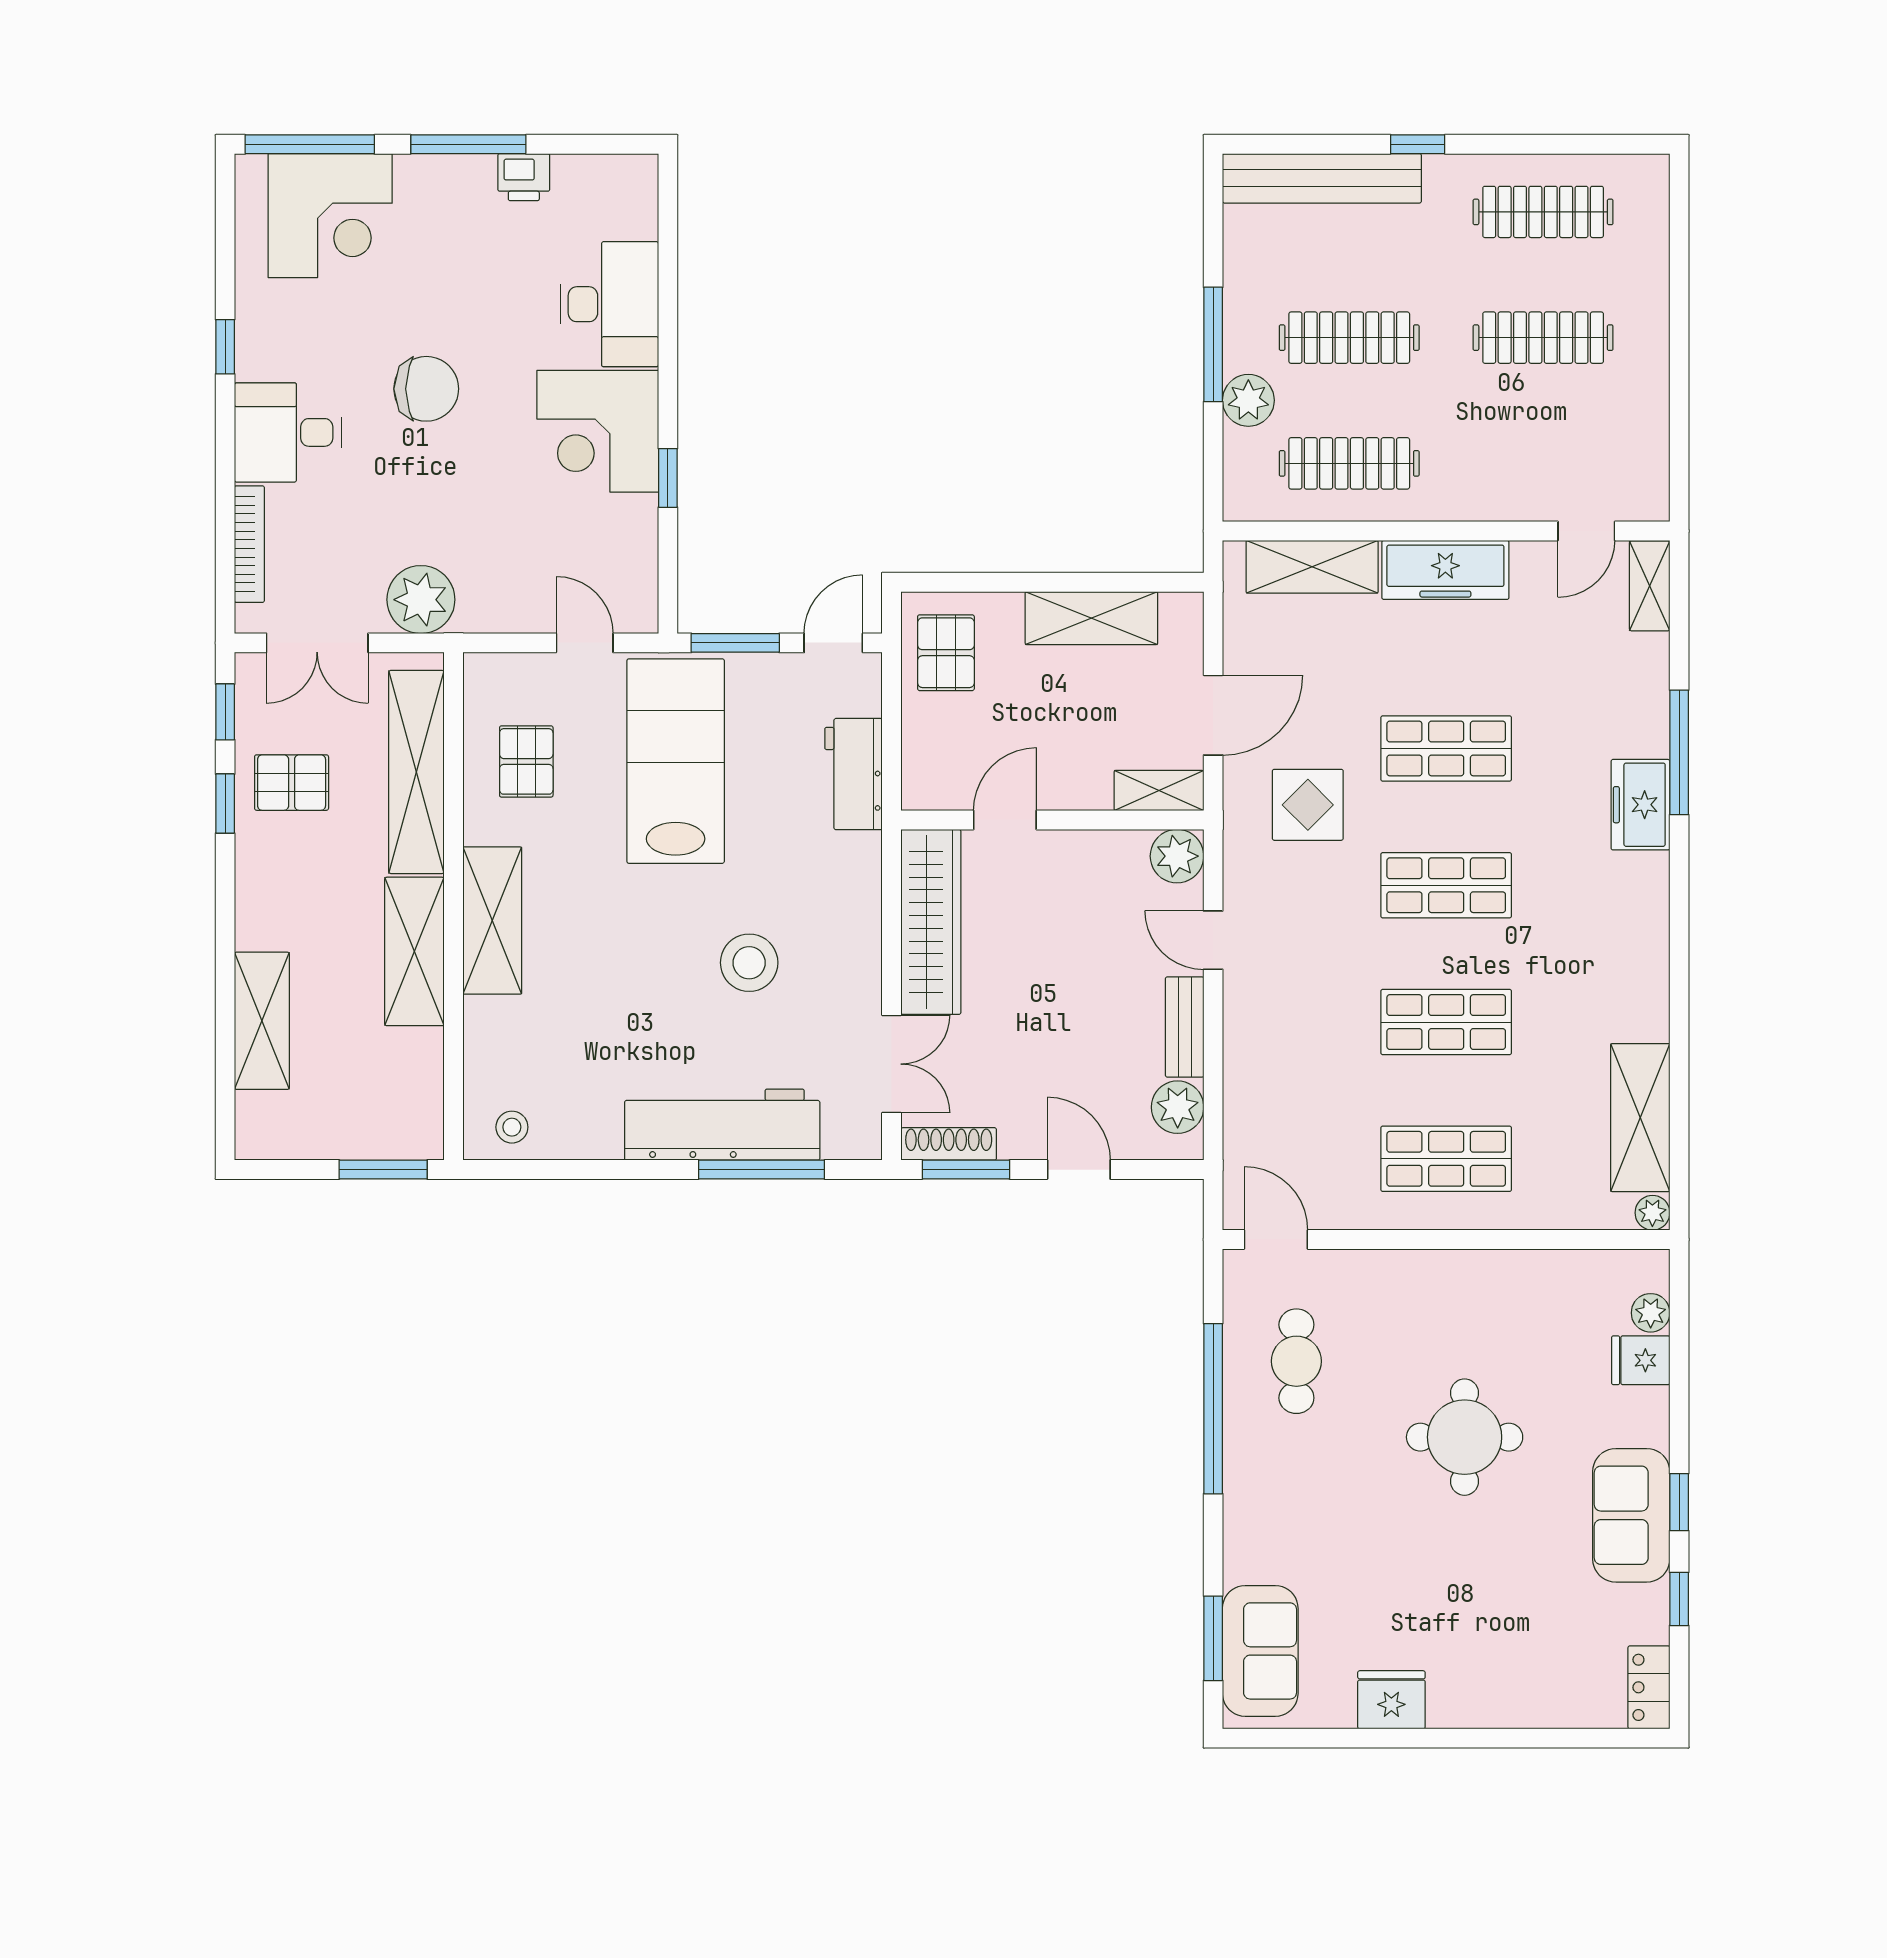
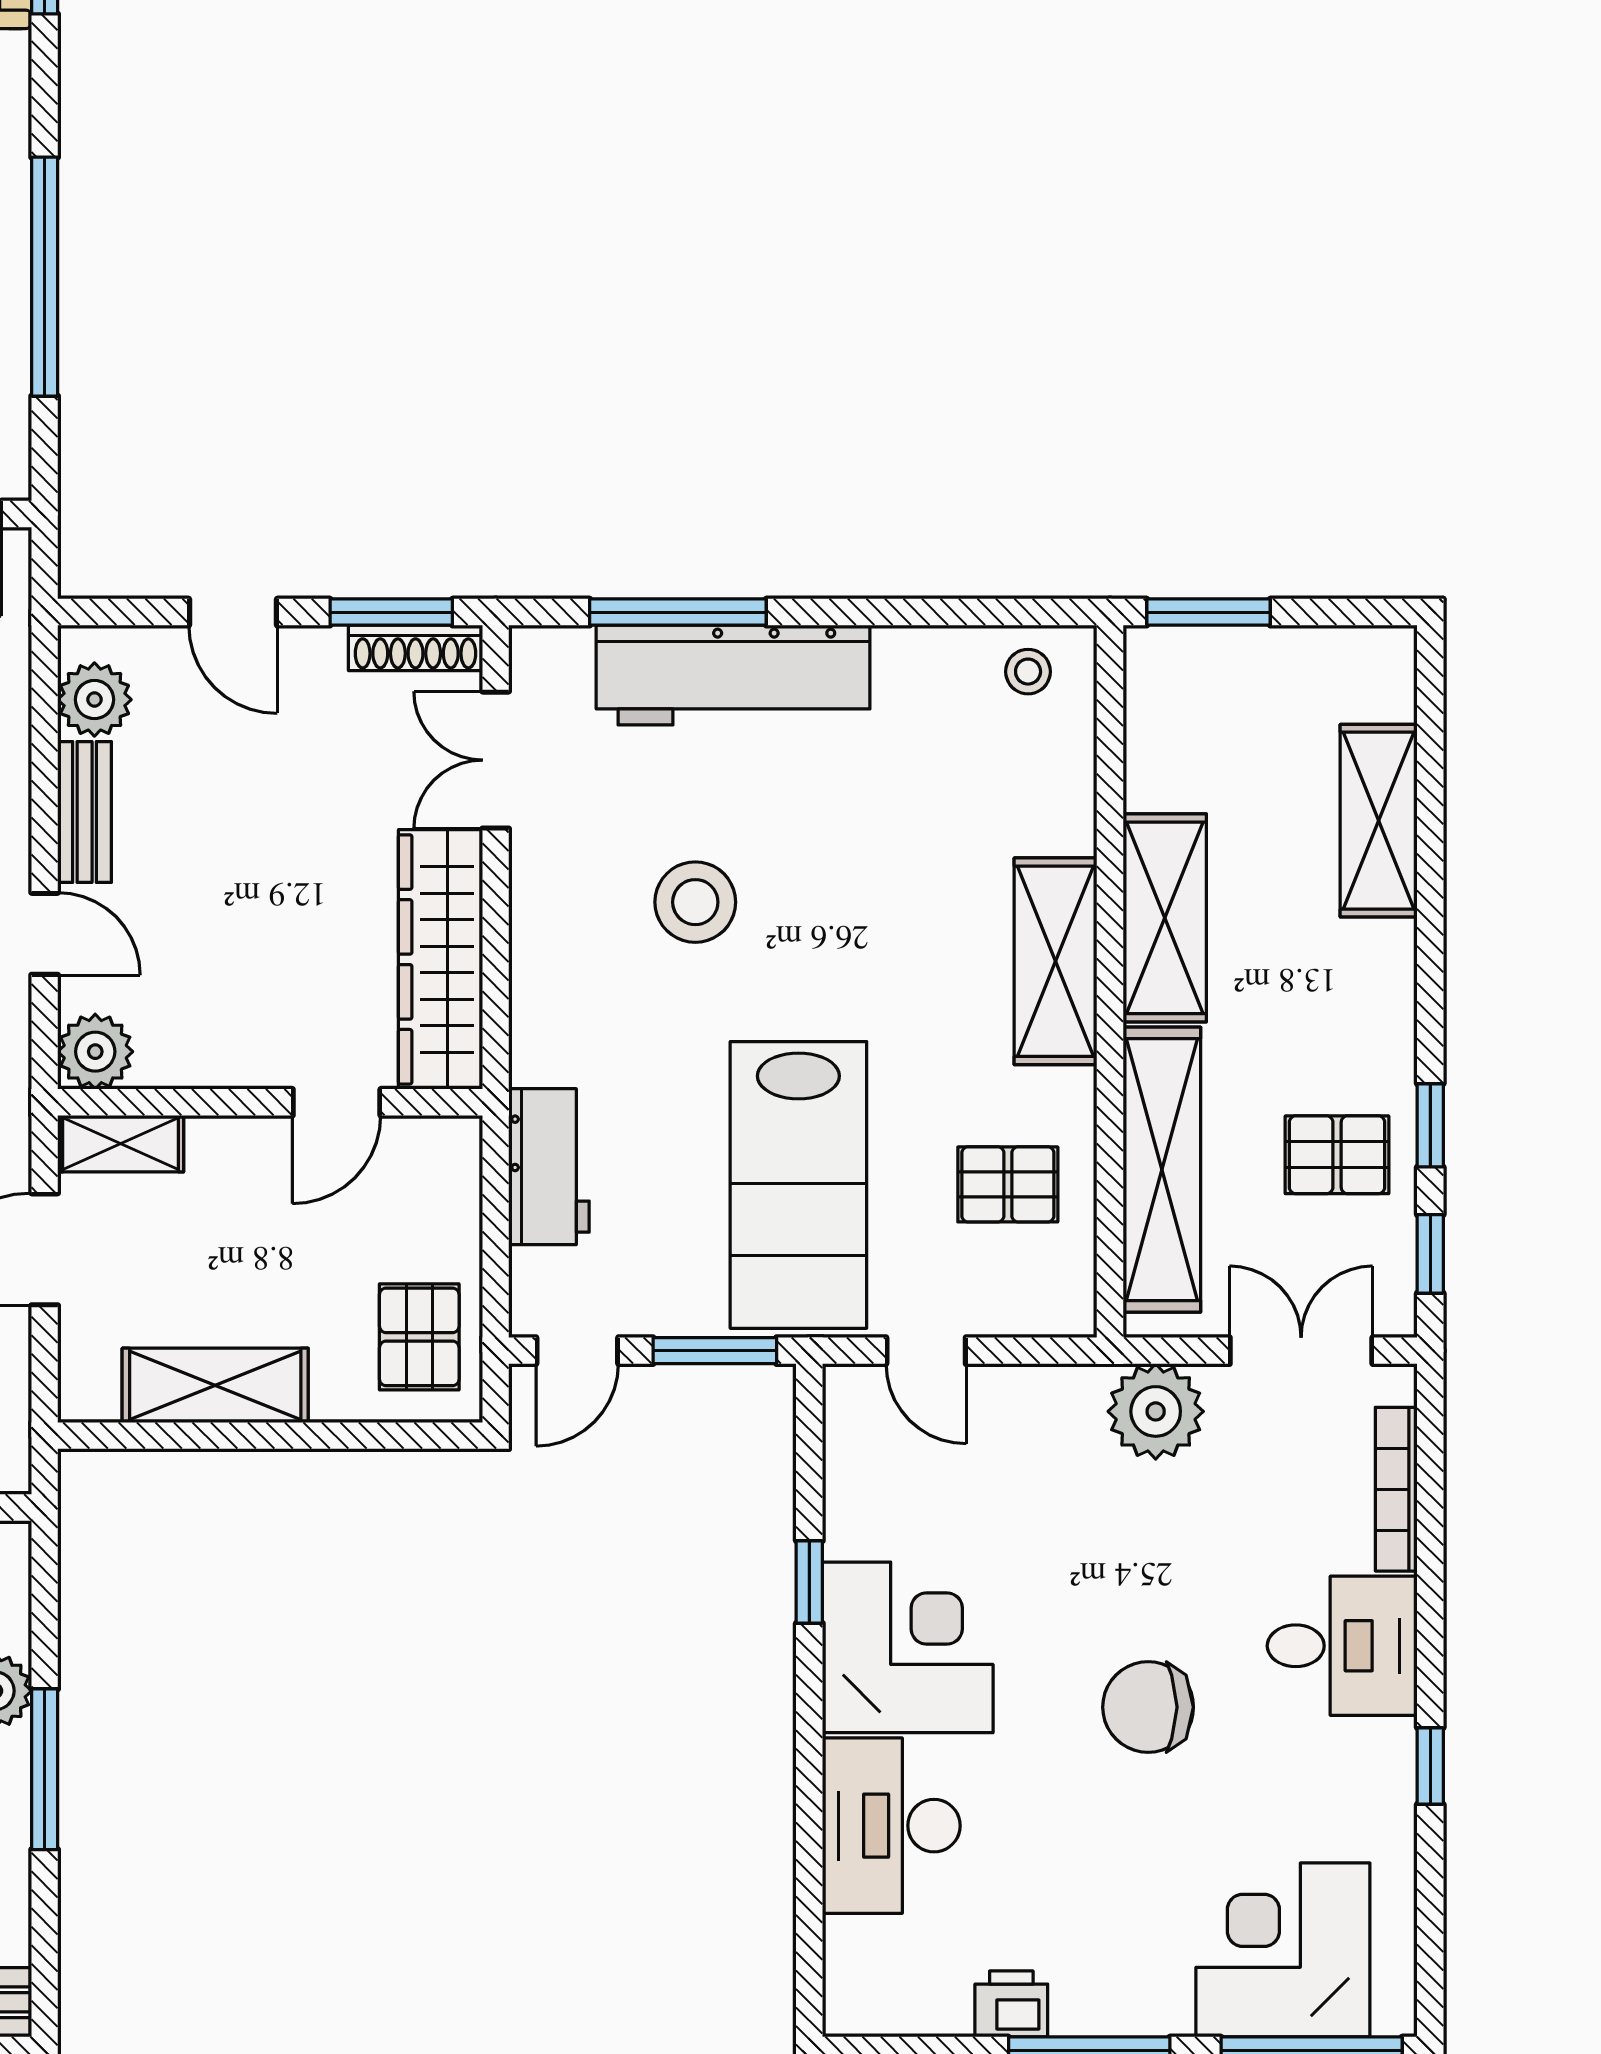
pallet: (526, 761) -> (1008, 1184), turned 90

